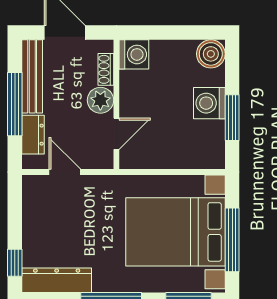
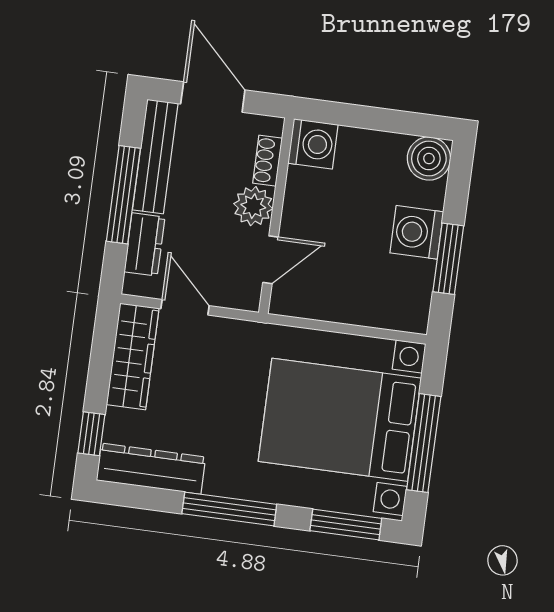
wardrobe: (35, 209) -> (133, 356), added

